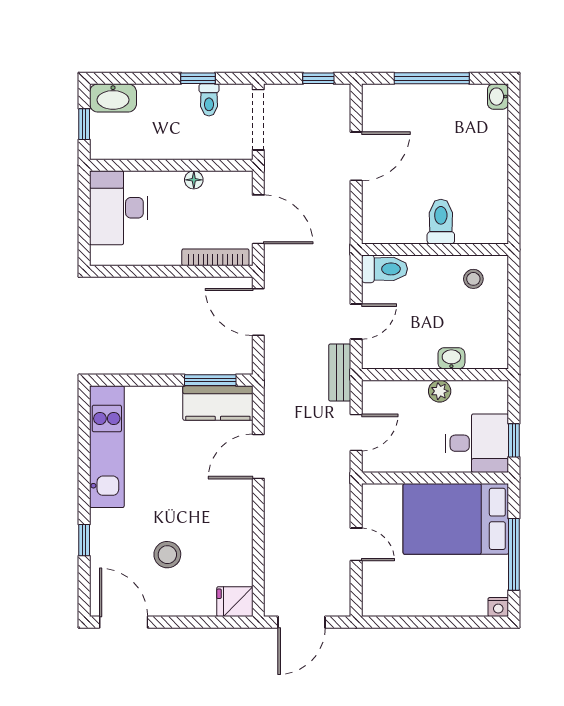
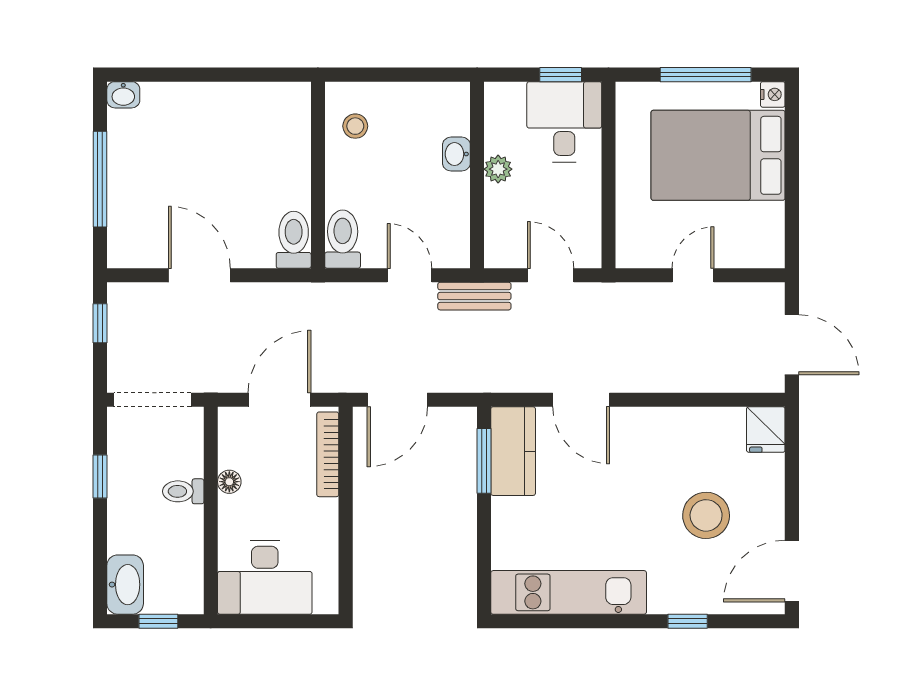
toilet: (209, 100) -> (183, 491), moved, turned 180
toilet: (441, 222) -> (294, 240), moved, turned 90
bed: (456, 519) -> (718, 155), moved, turned 90
stool: (167, 555) -> (706, 515), width x1.38, depth x1.38

